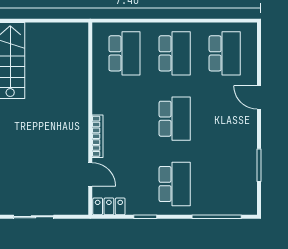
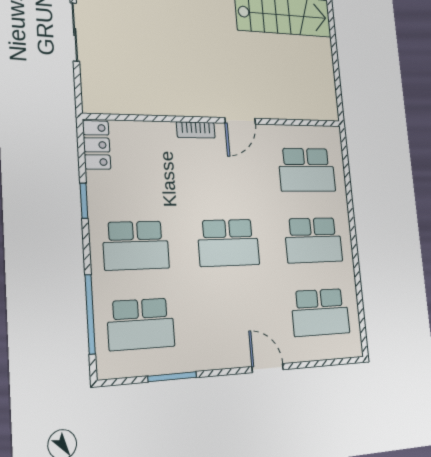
door: (259, 97) -> (268, 368), hinge flipped
bookcase: (97, 136) -> (196, 130), width x0.64
door: (90, 174) -> (240, 121), moved
school desk: (225, 184) -> (141, 324), added

